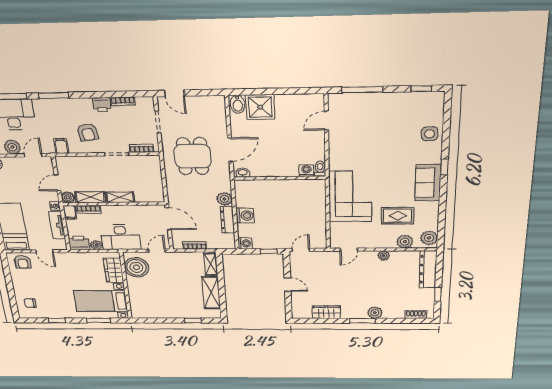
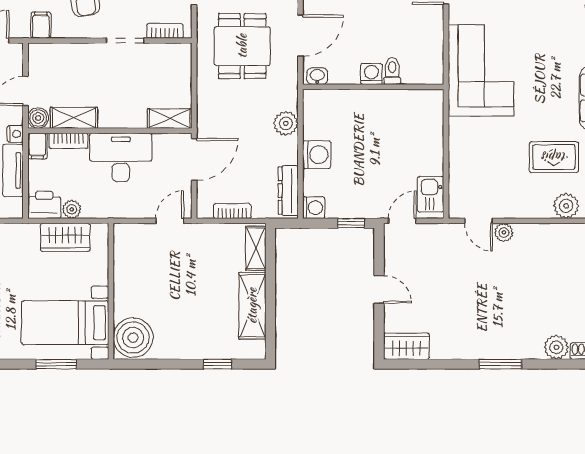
toilet: (320, 169) -> (392, 71), moved
washing machine: (306, 170) -> (371, 74), moved
corner sofa: (350, 196) -> (481, 70), moved
shelving: (120, 197) -> (170, 118), moved
door: (168, 219) -> (194, 159), hinge flipped
dresser: (227, 220) -> (288, 191), moved
kitchen sink: (318, 236) -> (431, 194), added
desk: (121, 237) -> (121, 157), moved, turned 180
door: (349, 250) -> (479, 221), hinge flipped
plant: (384, 256) -> (504, 233), moved
boiler: (136, 267) -> (133, 338), moved
wardrobe: (113, 270) -> (65, 237), moved, turned -90
wardrobe: (326, 312) -> (406, 346), moved
plant: (375, 313) -> (556, 347), moved

